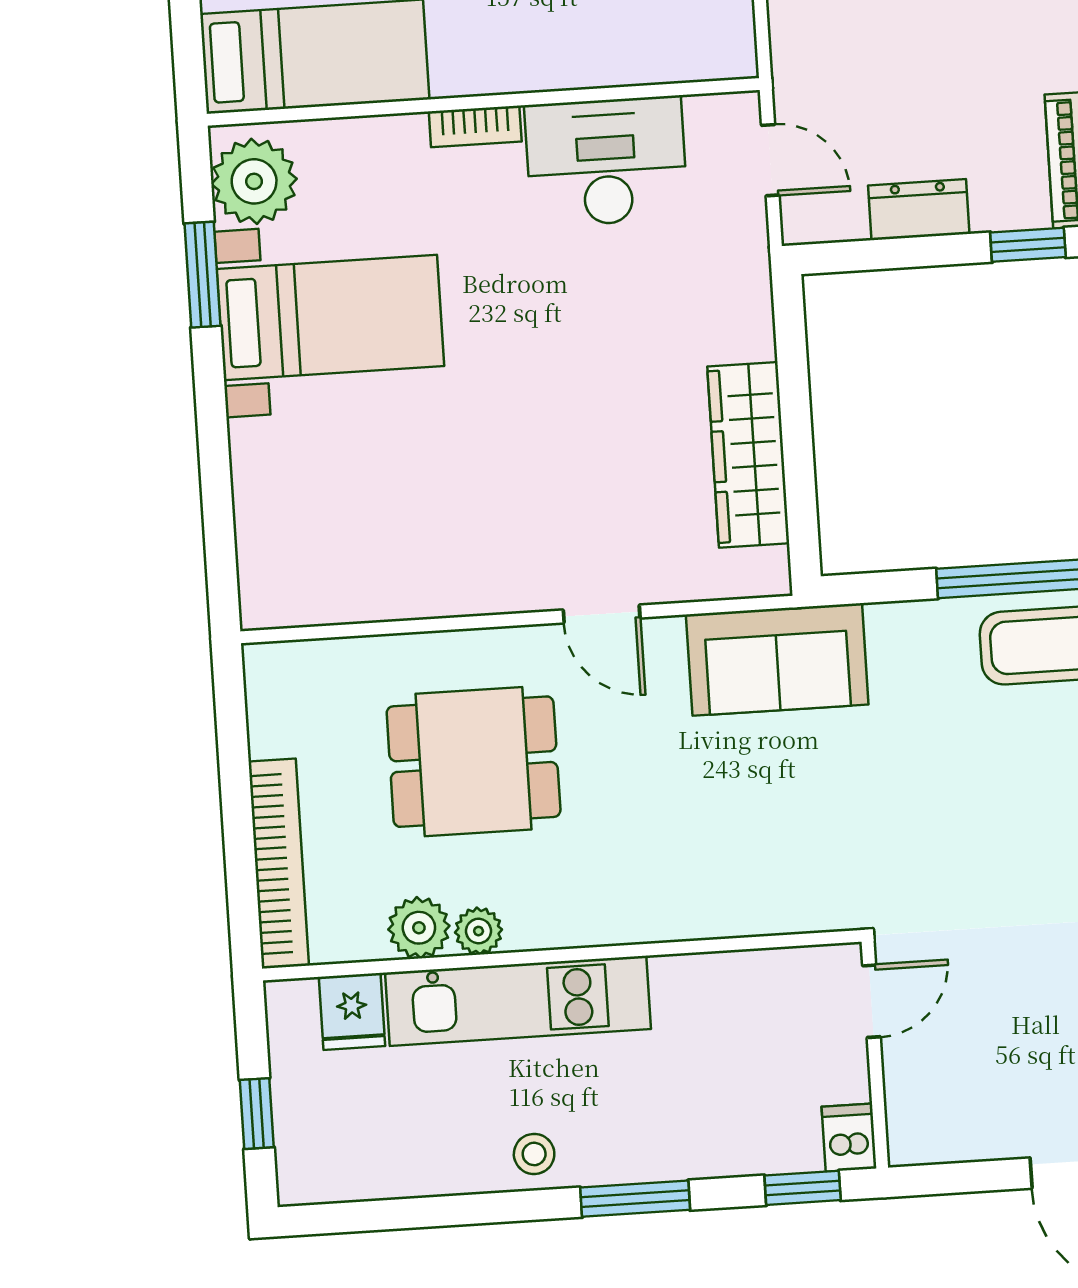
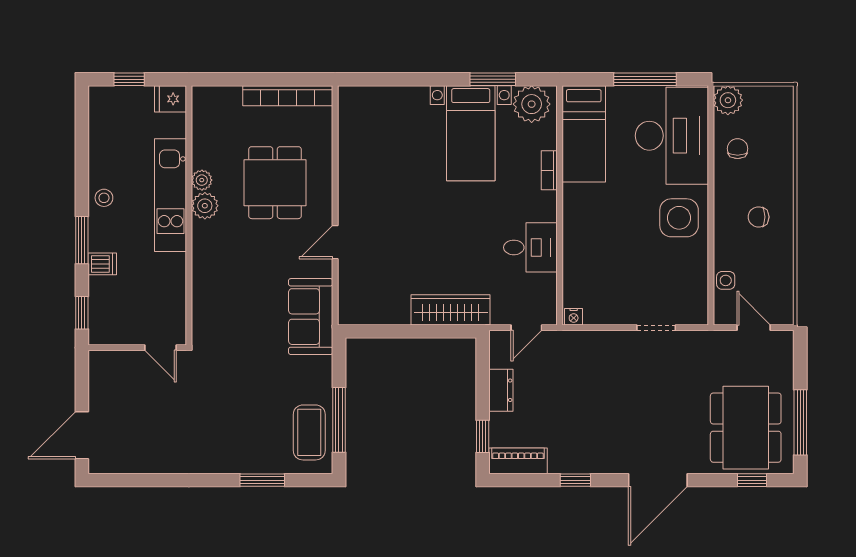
nightstand: (738, 53) -> (574, 317), added
bookcase: (475, 126) -> (549, 170), moved
desk: (606, 162) -> (530, 247), width x0.73
wardrobe: (748, 455) -> (451, 310), moved
bookcase: (279, 863) -> (288, 96), moved
plant: (419, 928) -> (205, 206), moved
fridge: (352, 1011) -> (171, 99), moved
dishwasher: (849, 1138) -> (102, 264), moved

